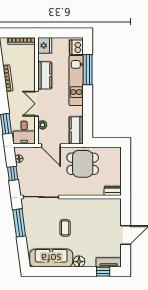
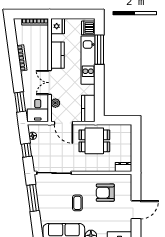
armchair: (94, 217) -> (105, 193), added

